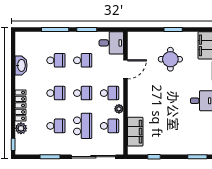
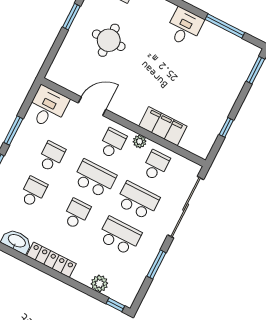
door: (126, 69) -> (92, 106), hinge flipped
school desk: (83, 93) -> (95, 179), width x1.85
locker: (21, 105) -> (51, 260), moved
school desk: (56, 126) -> (120, 236), width x1.85
filing cabinet: (135, 132) -> (163, 126), moved

